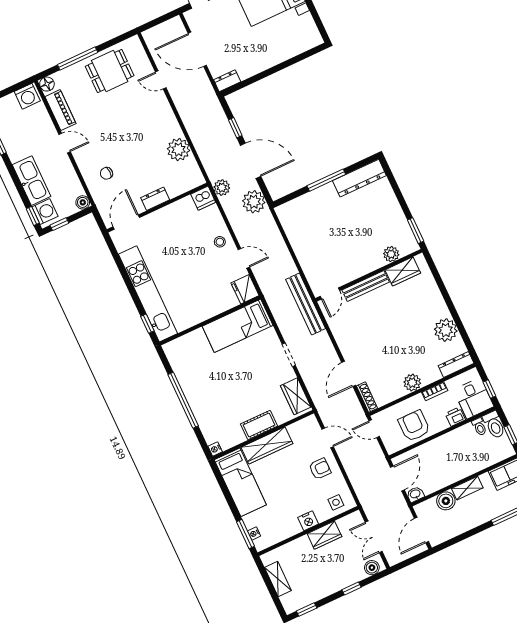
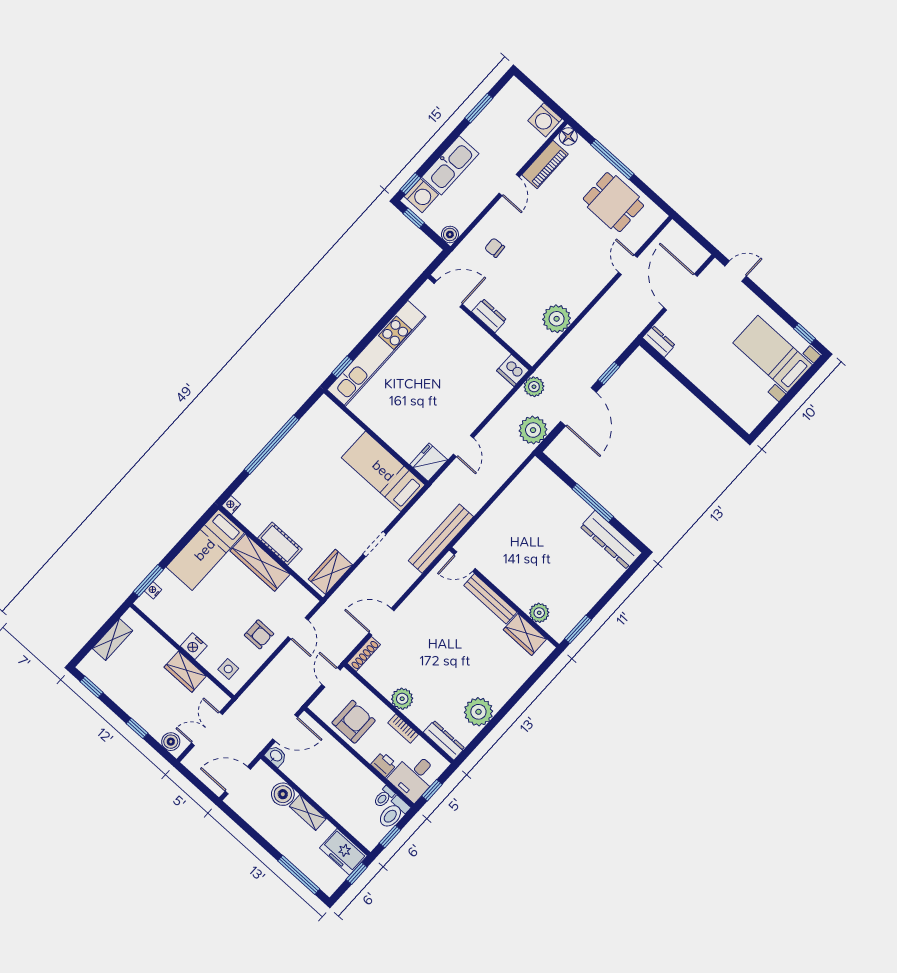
stool: (220, 242) -> (471, 411), removed

